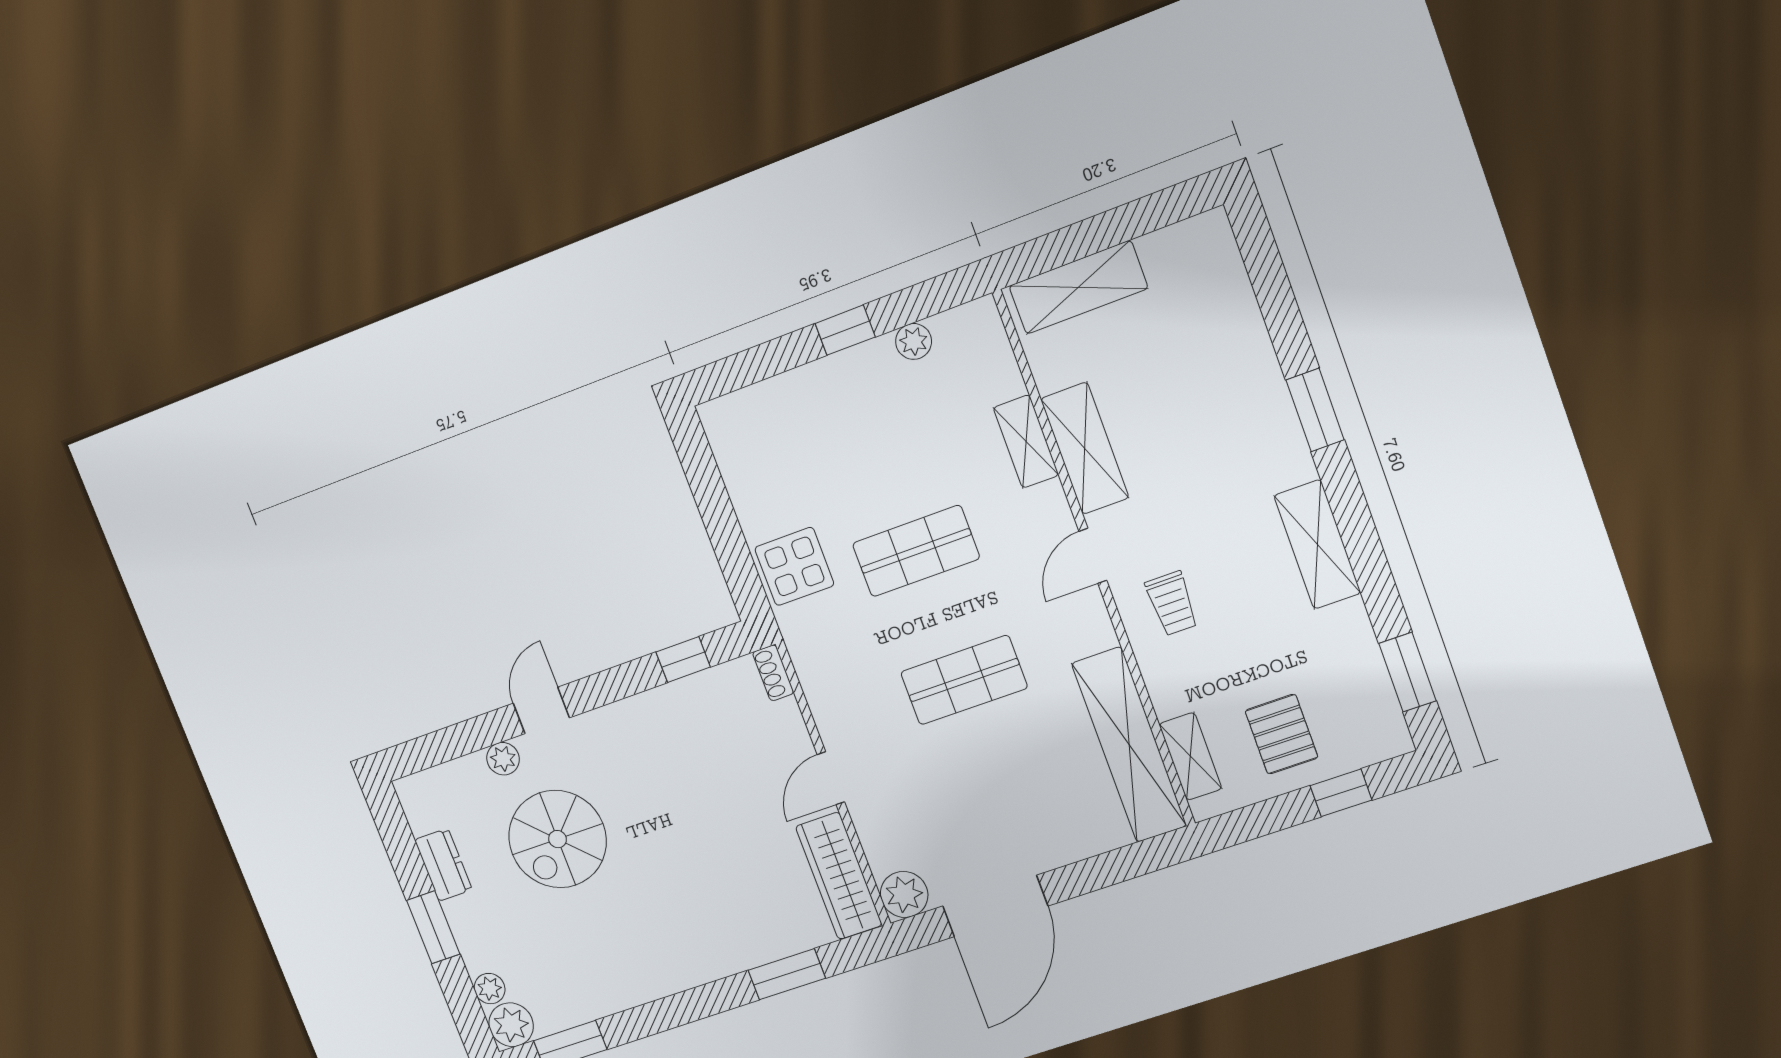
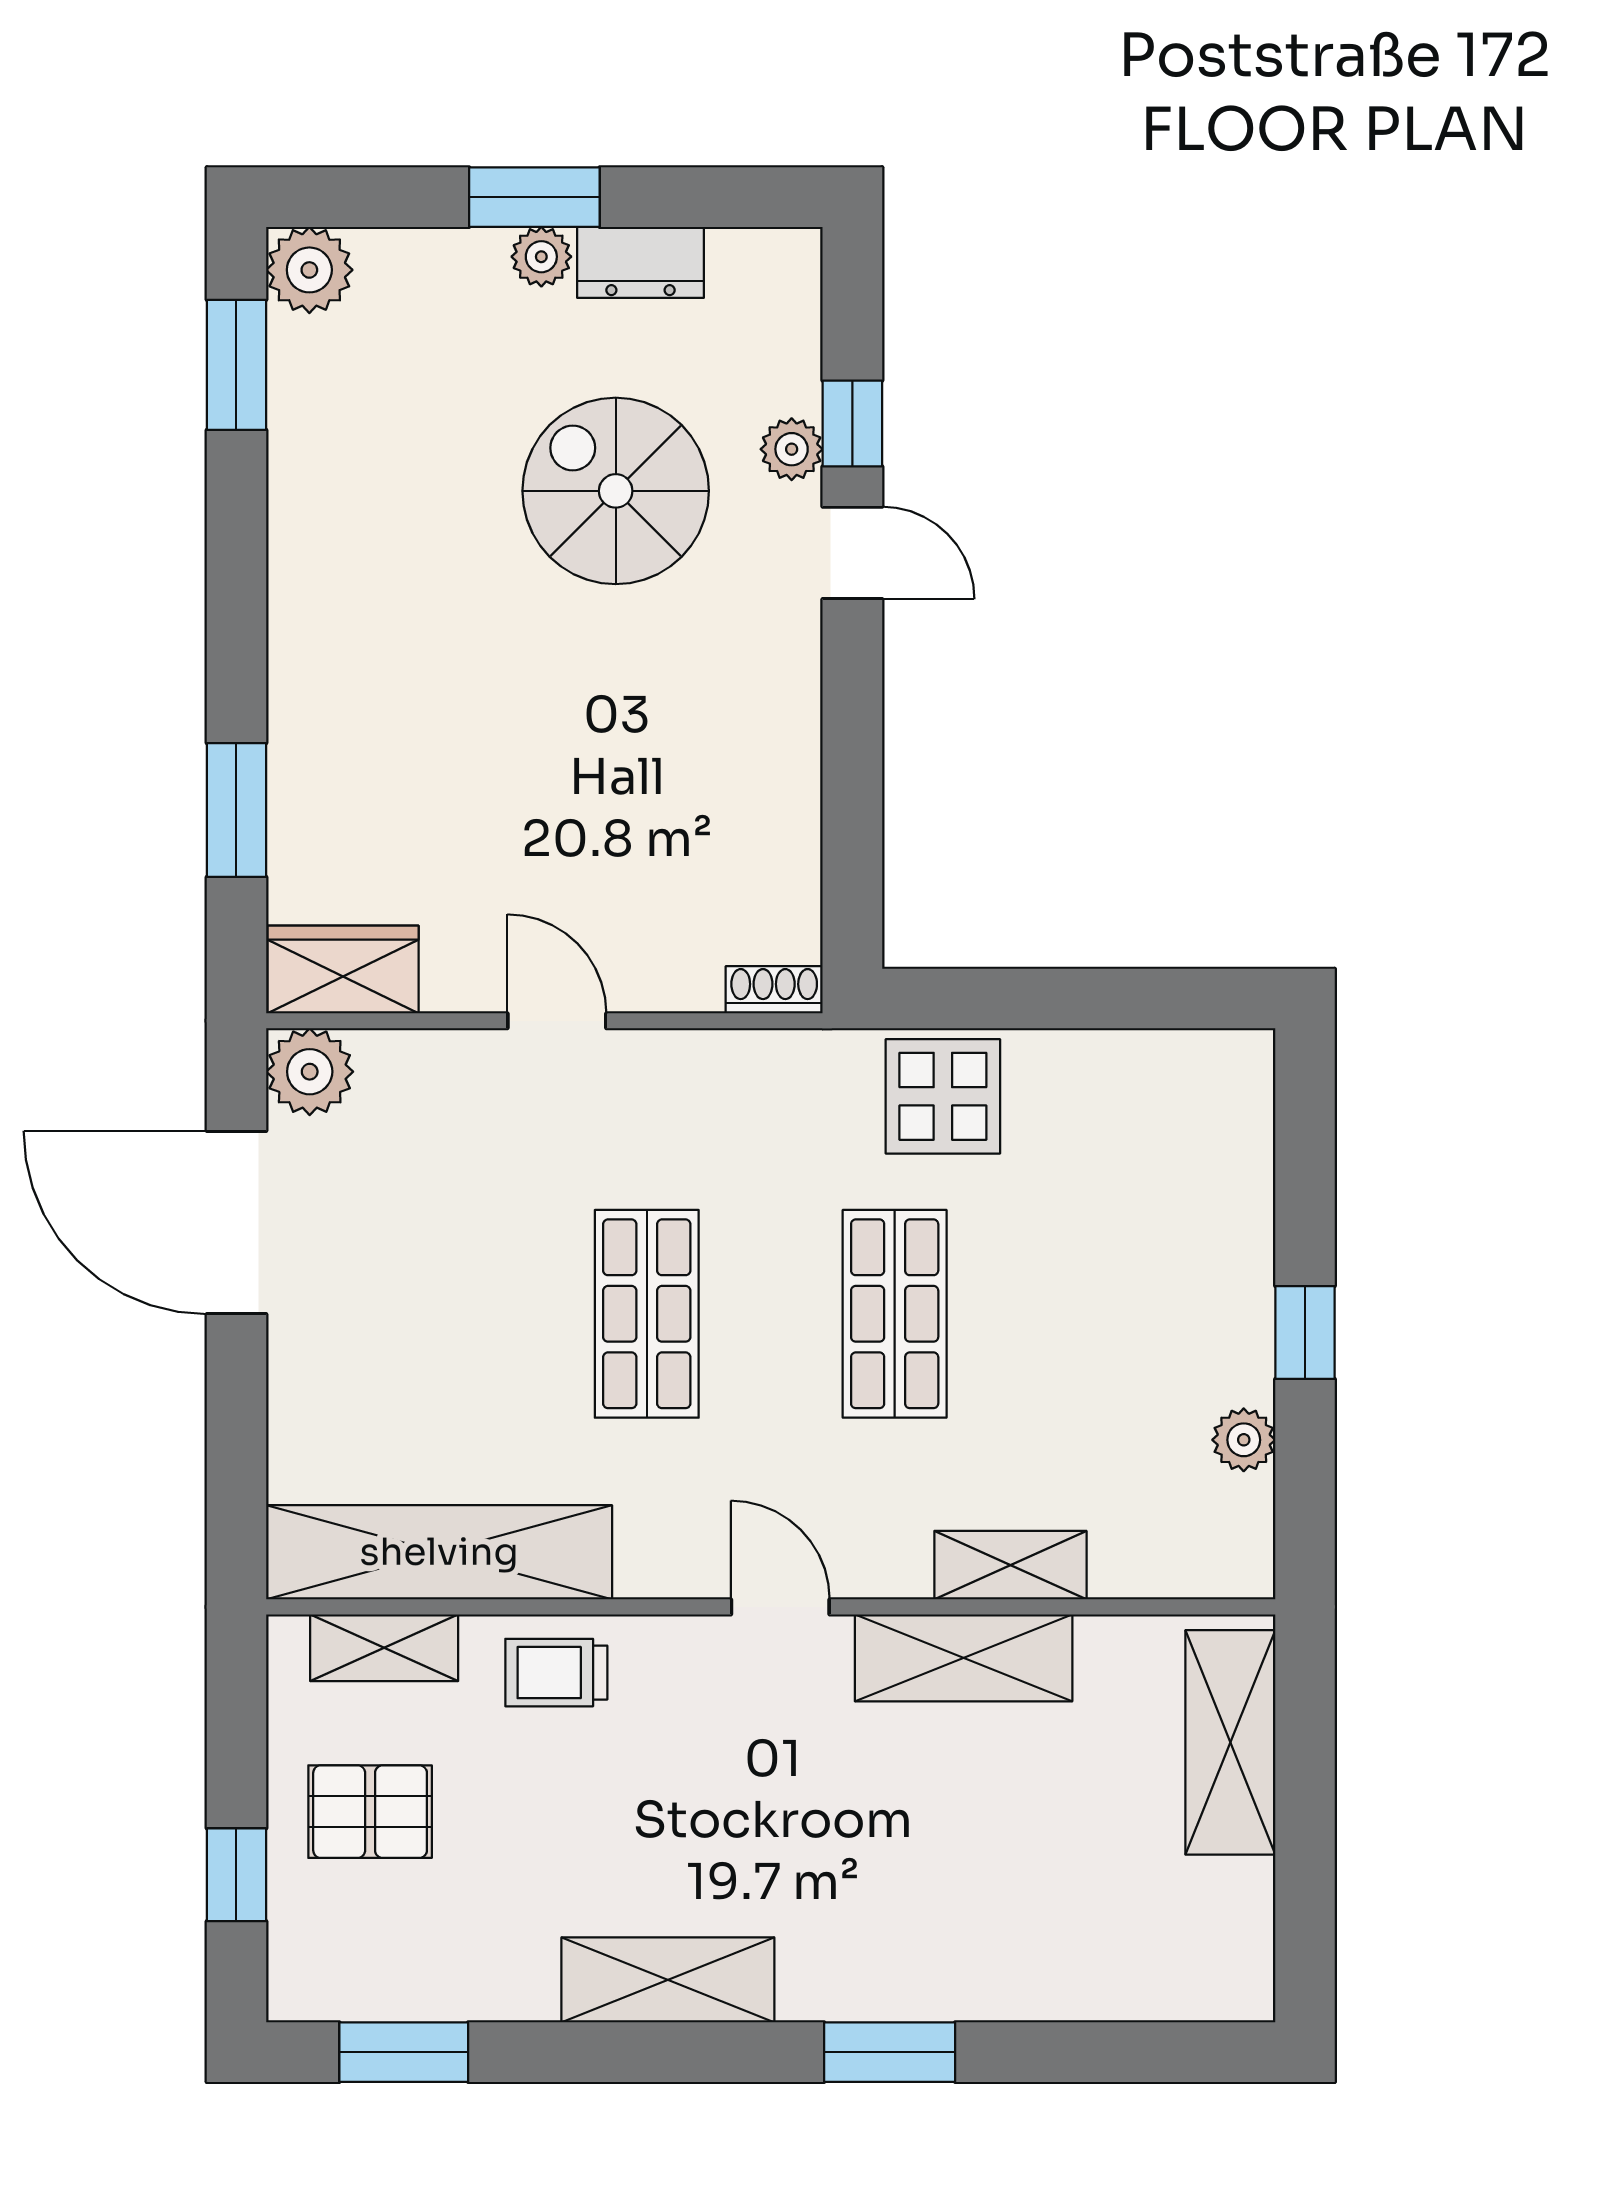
trolley: (1172, 603) -> (556, 1673), moved
window: (683, 660) -> (852, 423), moved
wardrobe: (839, 876) -> (343, 969), width x0.67
plant: (490, 989) -> (541, 257), moved

